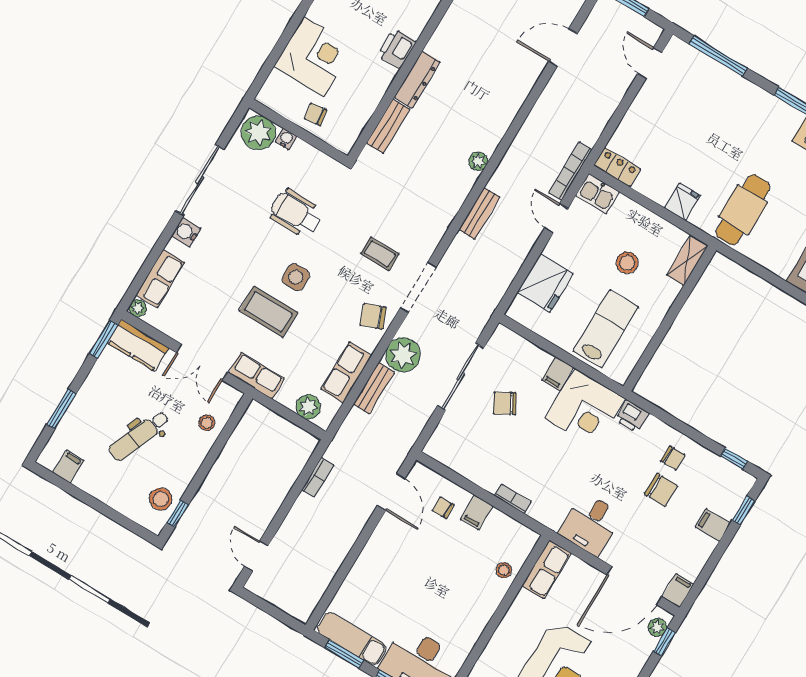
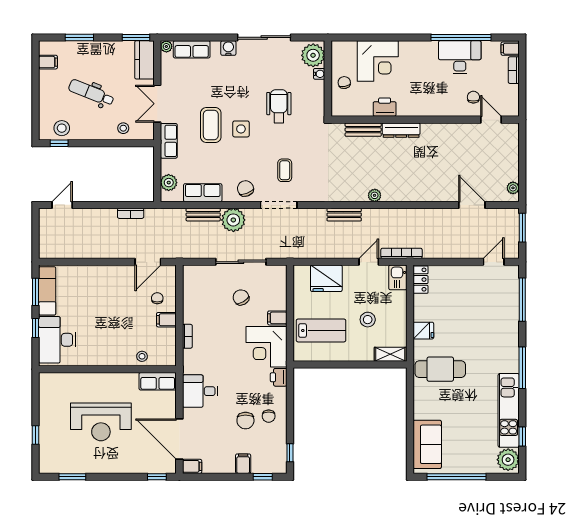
printer: (397, 49) -> (385, 107), moved
plant: (657, 627) -> (163, 467), removed

